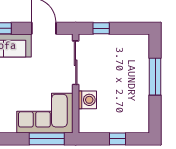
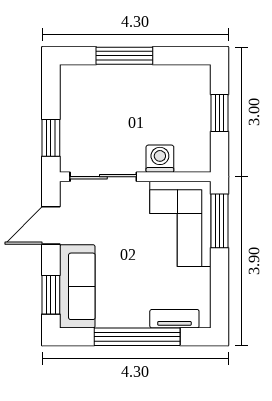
window: (101, 28) -> (51, 138), width x1.50
window: (117, 139) -> (219, 113), width x1.50

